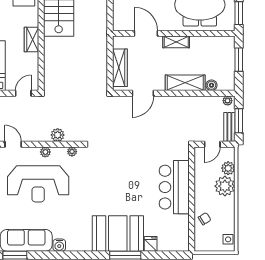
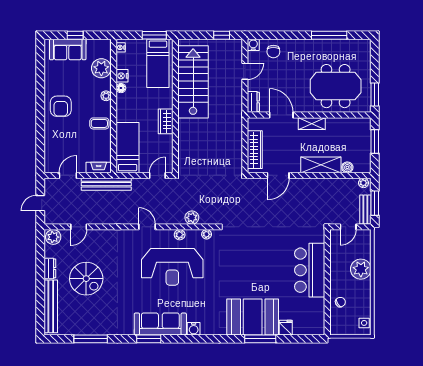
dresser: (118, 20) -> (253, 102), added
plant: (228, 168) -> (364, 251), removed

